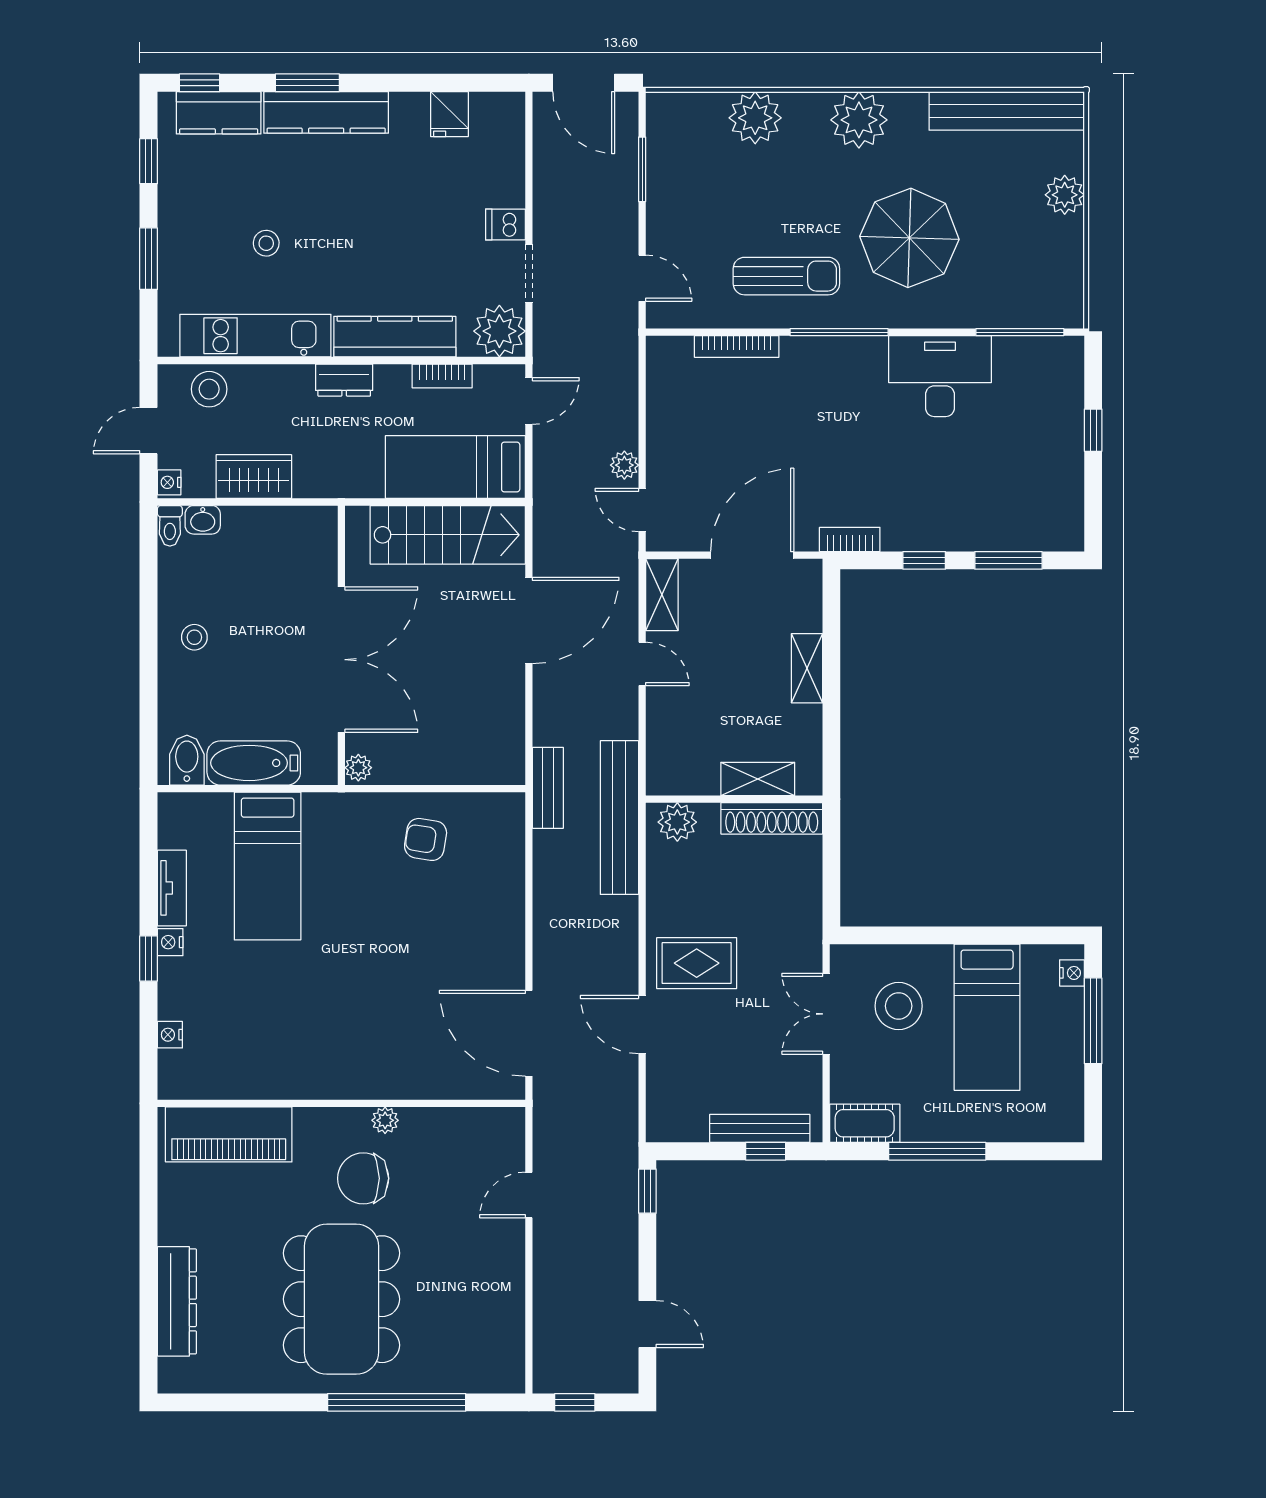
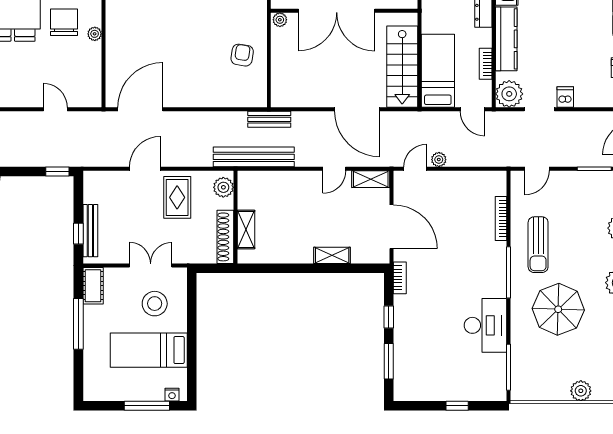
shelving: (758, 779) -> (246, 230), moved
wall: (734, 799) -> (235, 217), moved
shoe rack: (772, 818) -> (225, 237), moved
plant: (677, 822) -> (223, 187), moved

